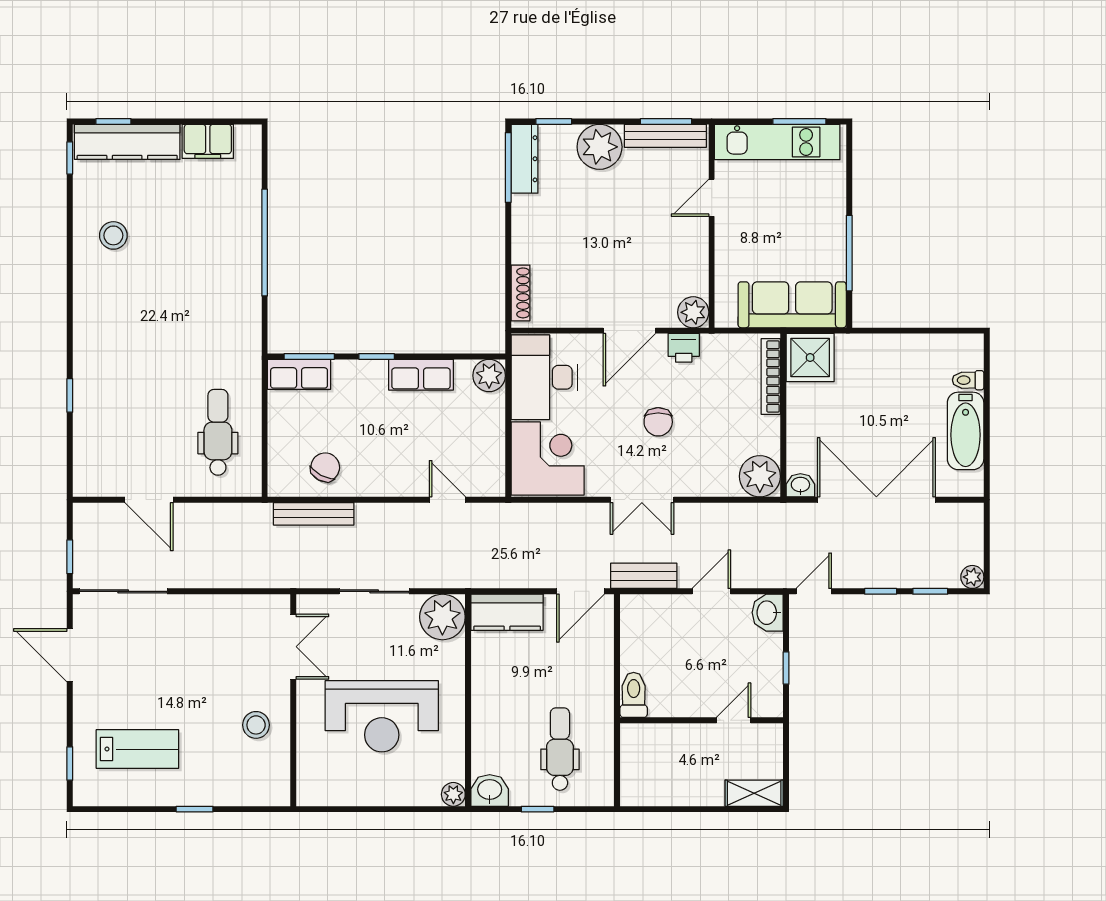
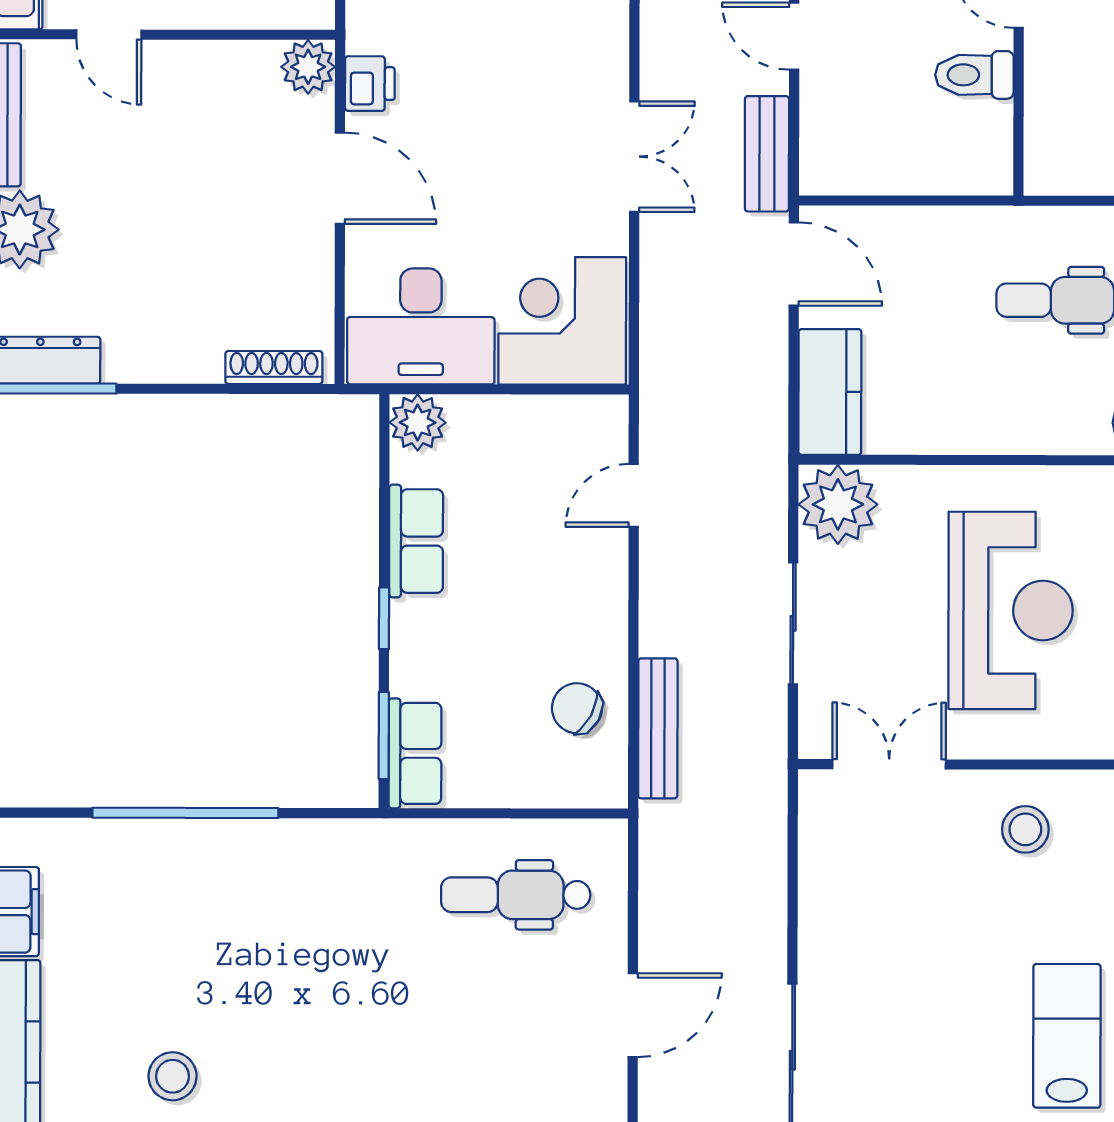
chair: (658, 422) -> (499, 128), removed
toilet: (634, 695) -> (974, 75), moved

